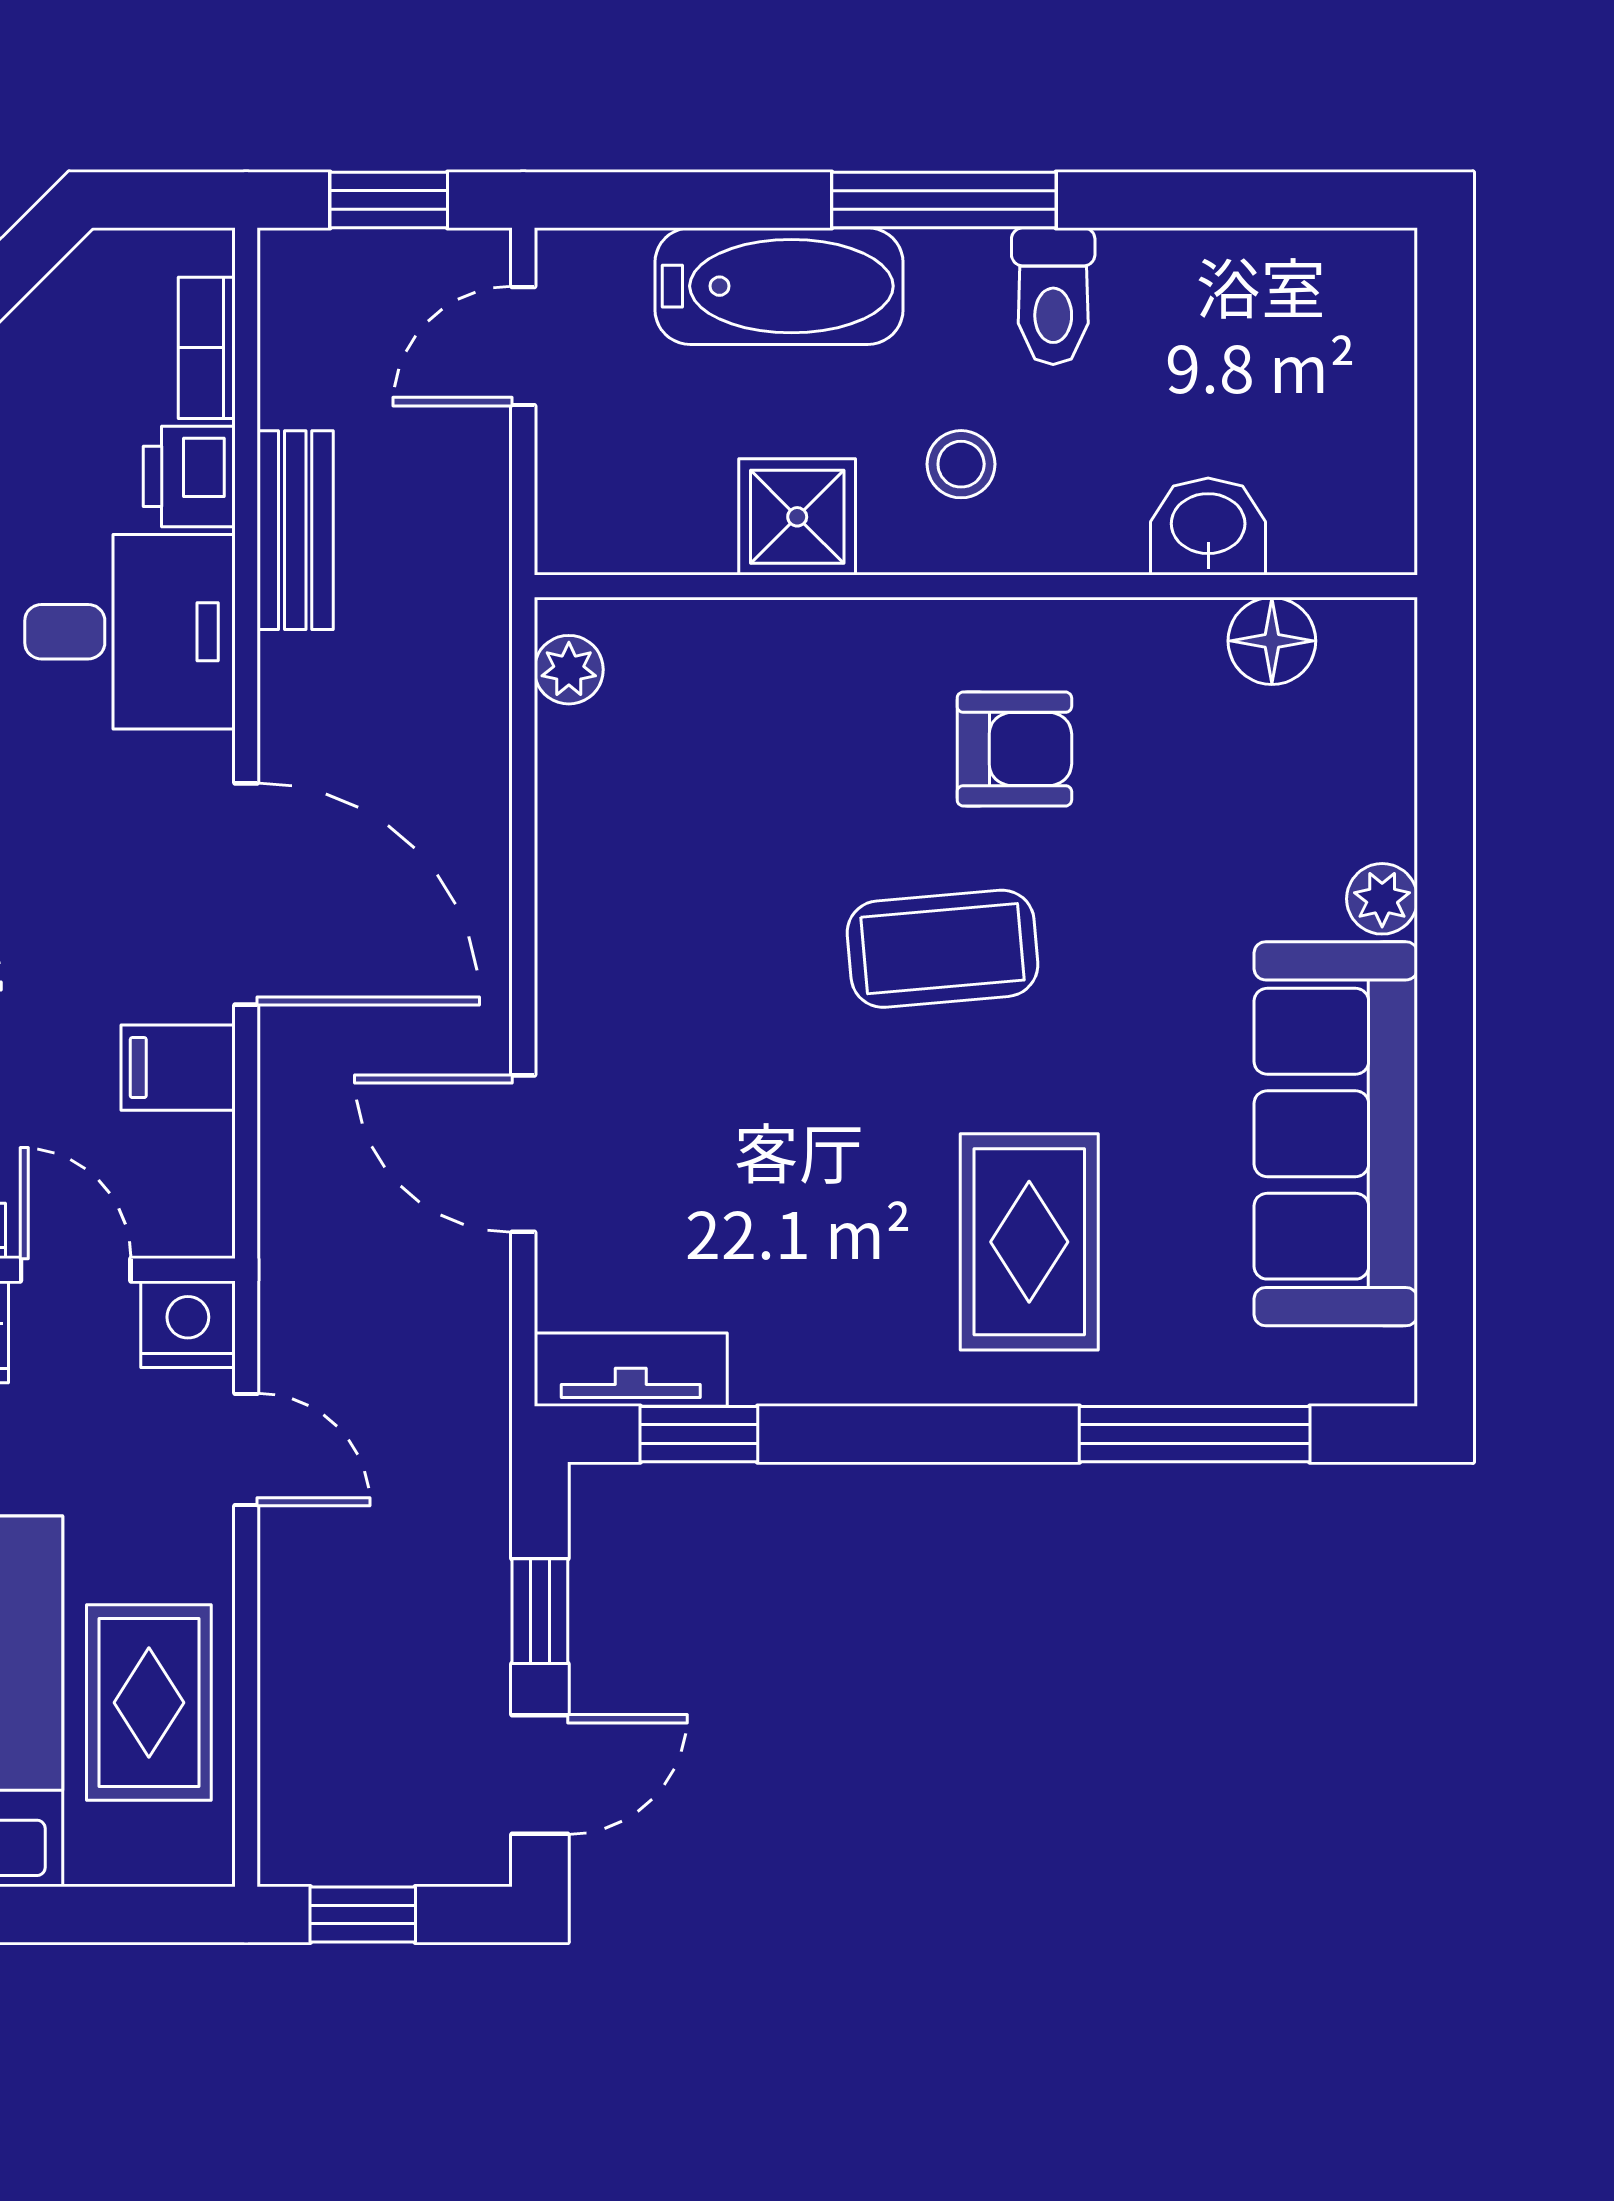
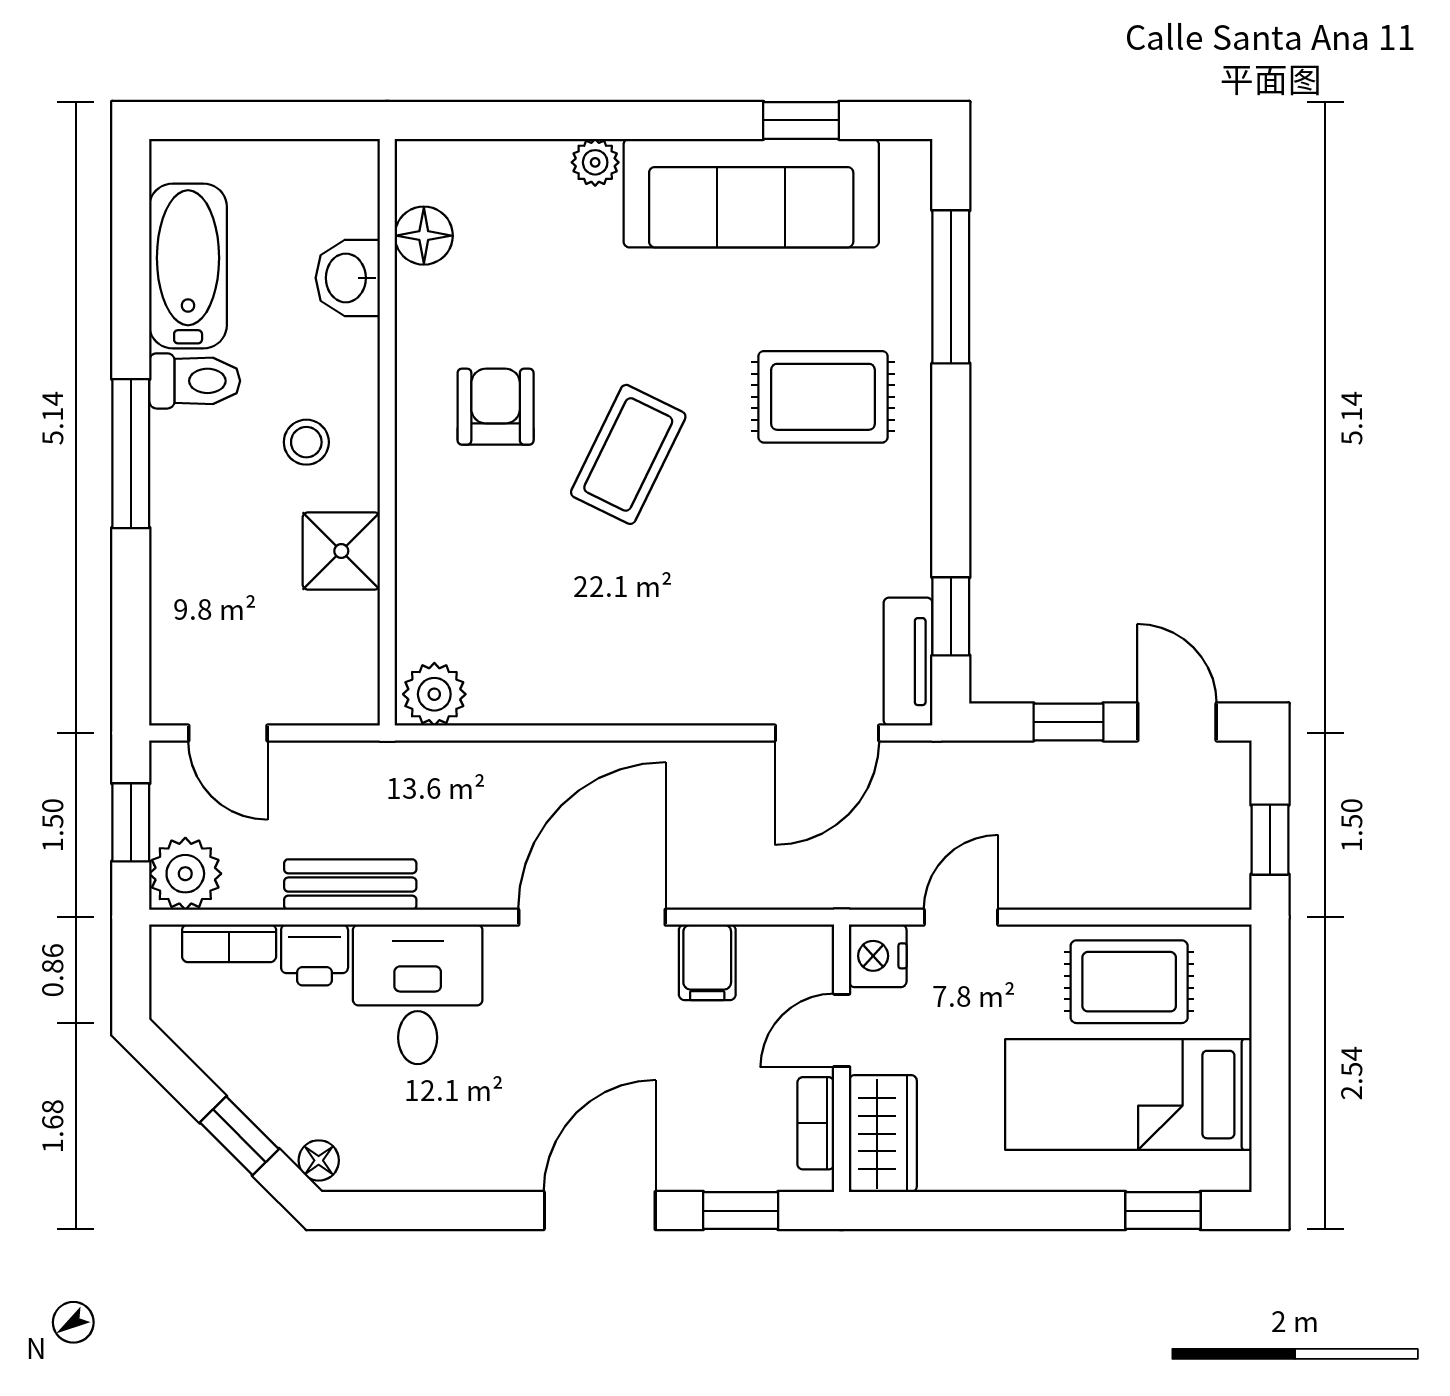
plant: (311, 282) -> (185, 874), added
bathtub: (779, 286) -> (188, 266), moved
plant: (569, 670) -> (434, 694), width x1.38, depth x1.38
coffee table: (943, 949) -> (628, 454), turned 31
door: (523, 1154) -> (827, 733), moved
window: (1445, 1209) -> (801, 120), added

